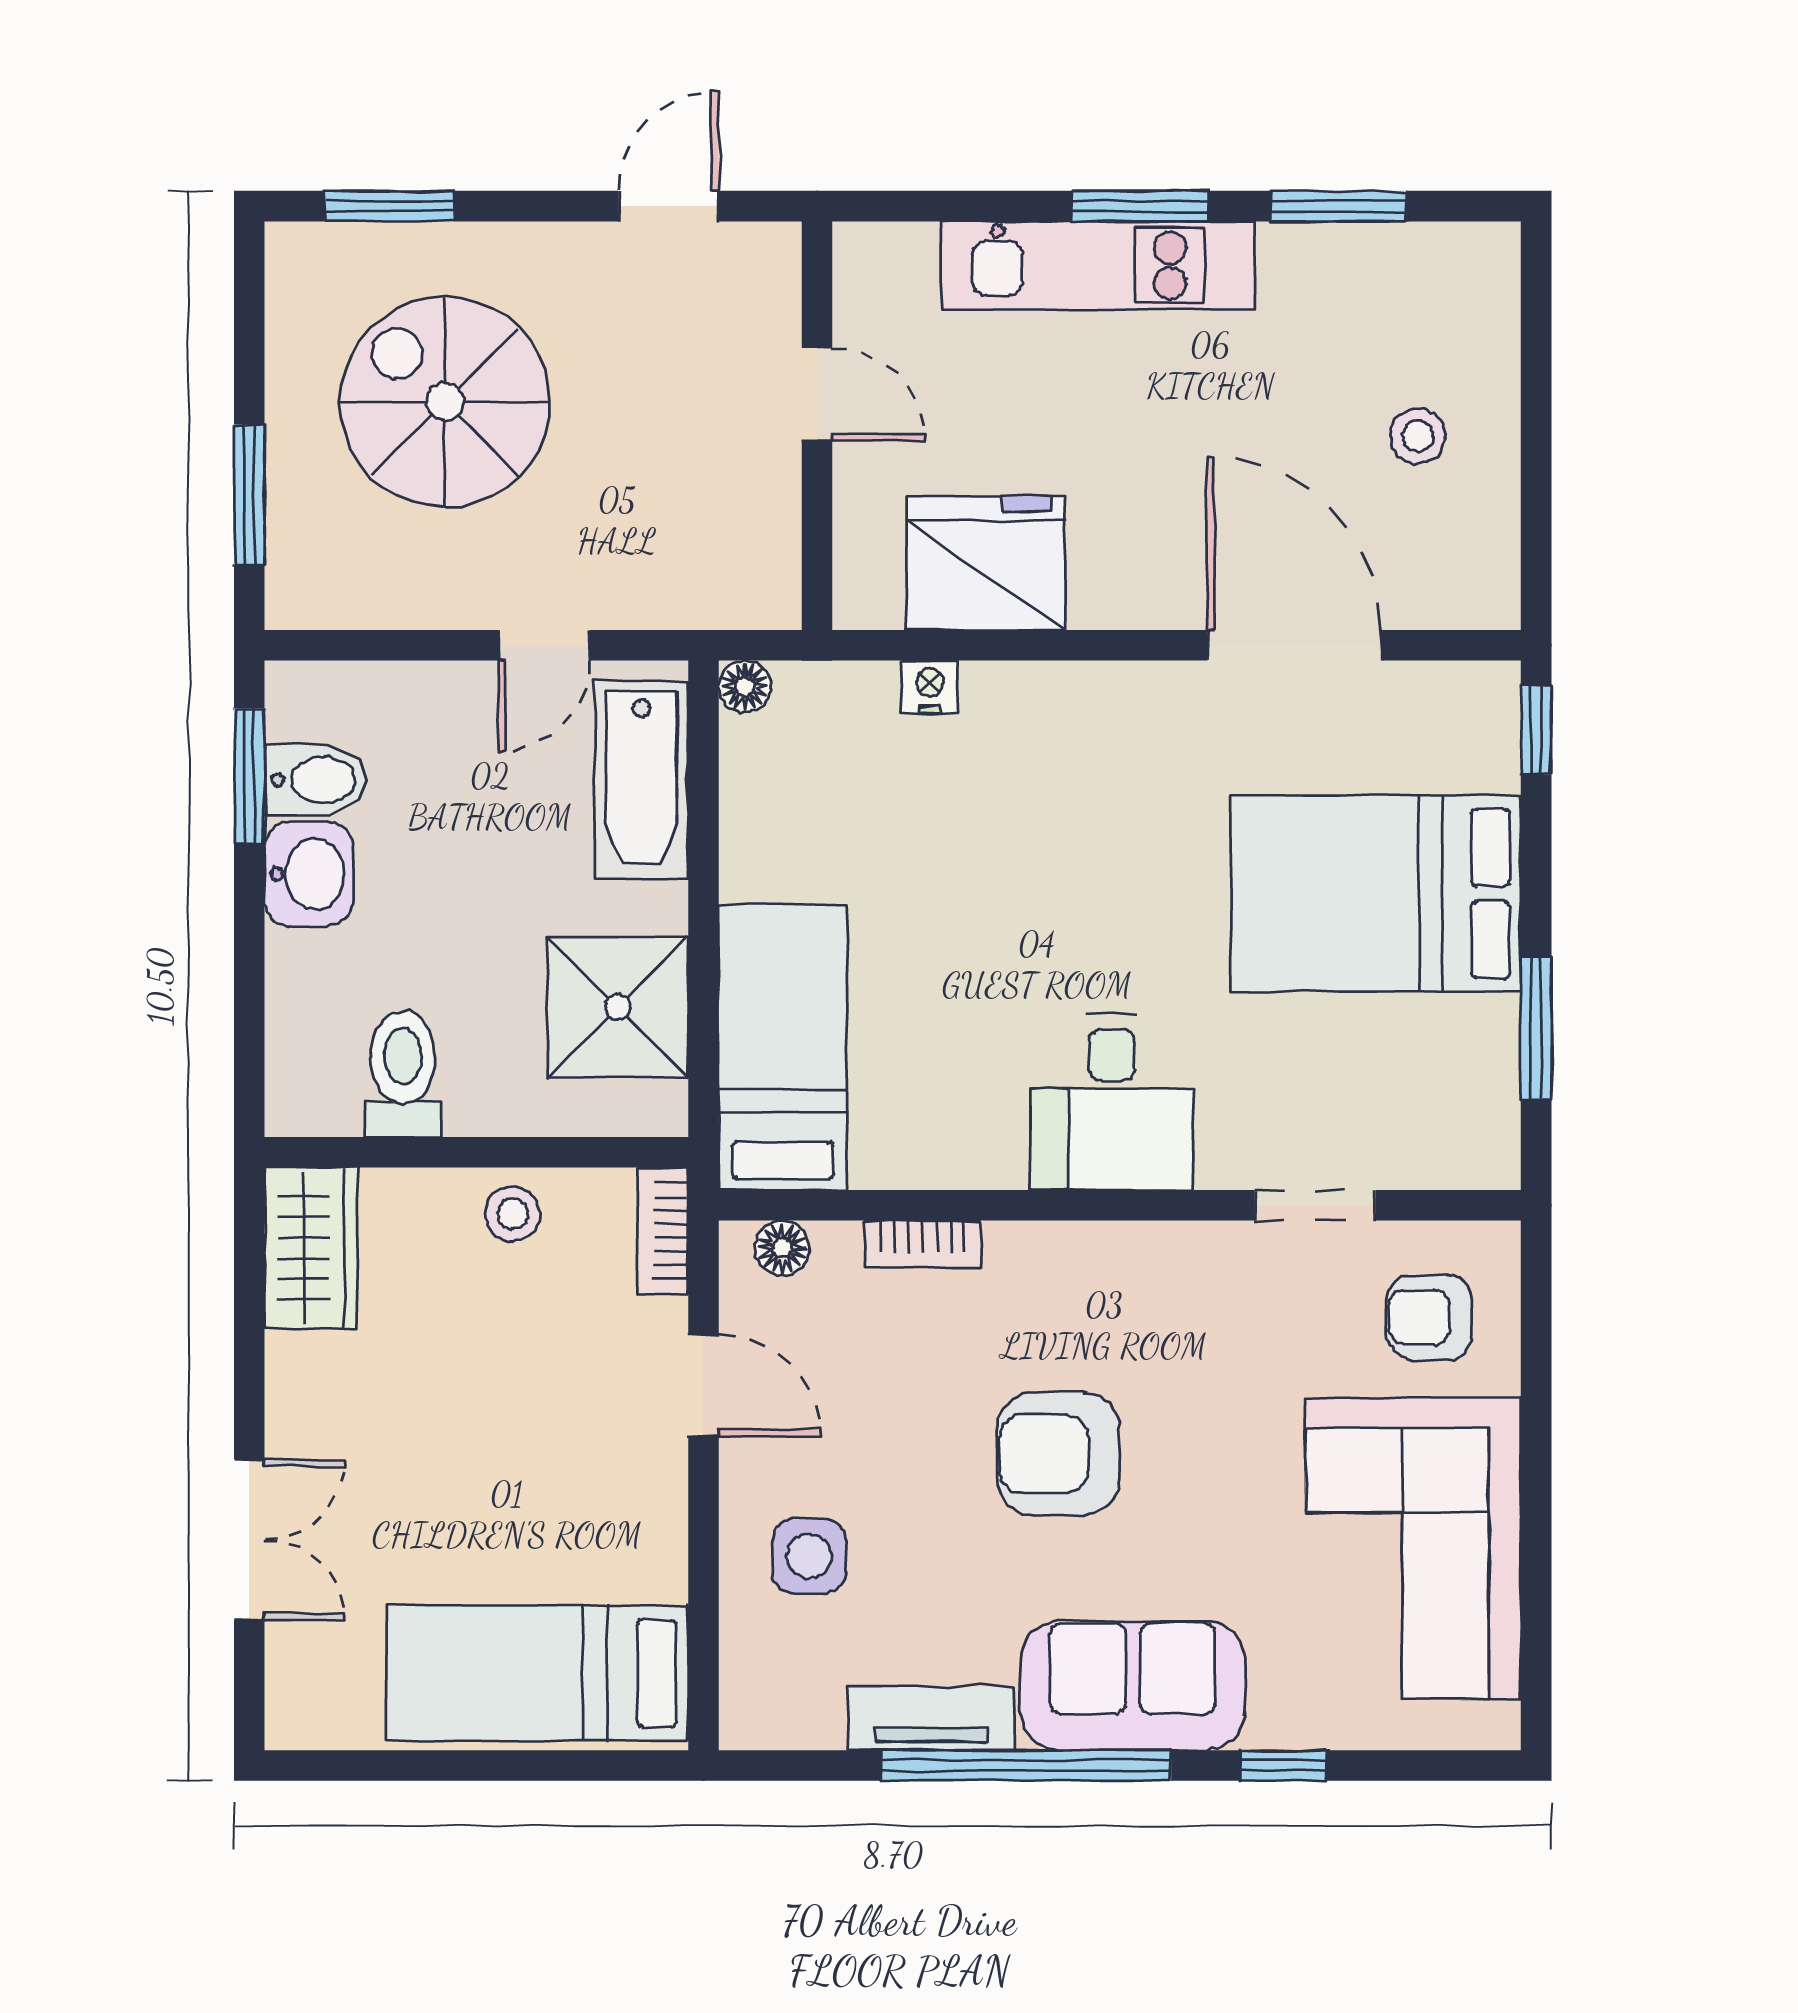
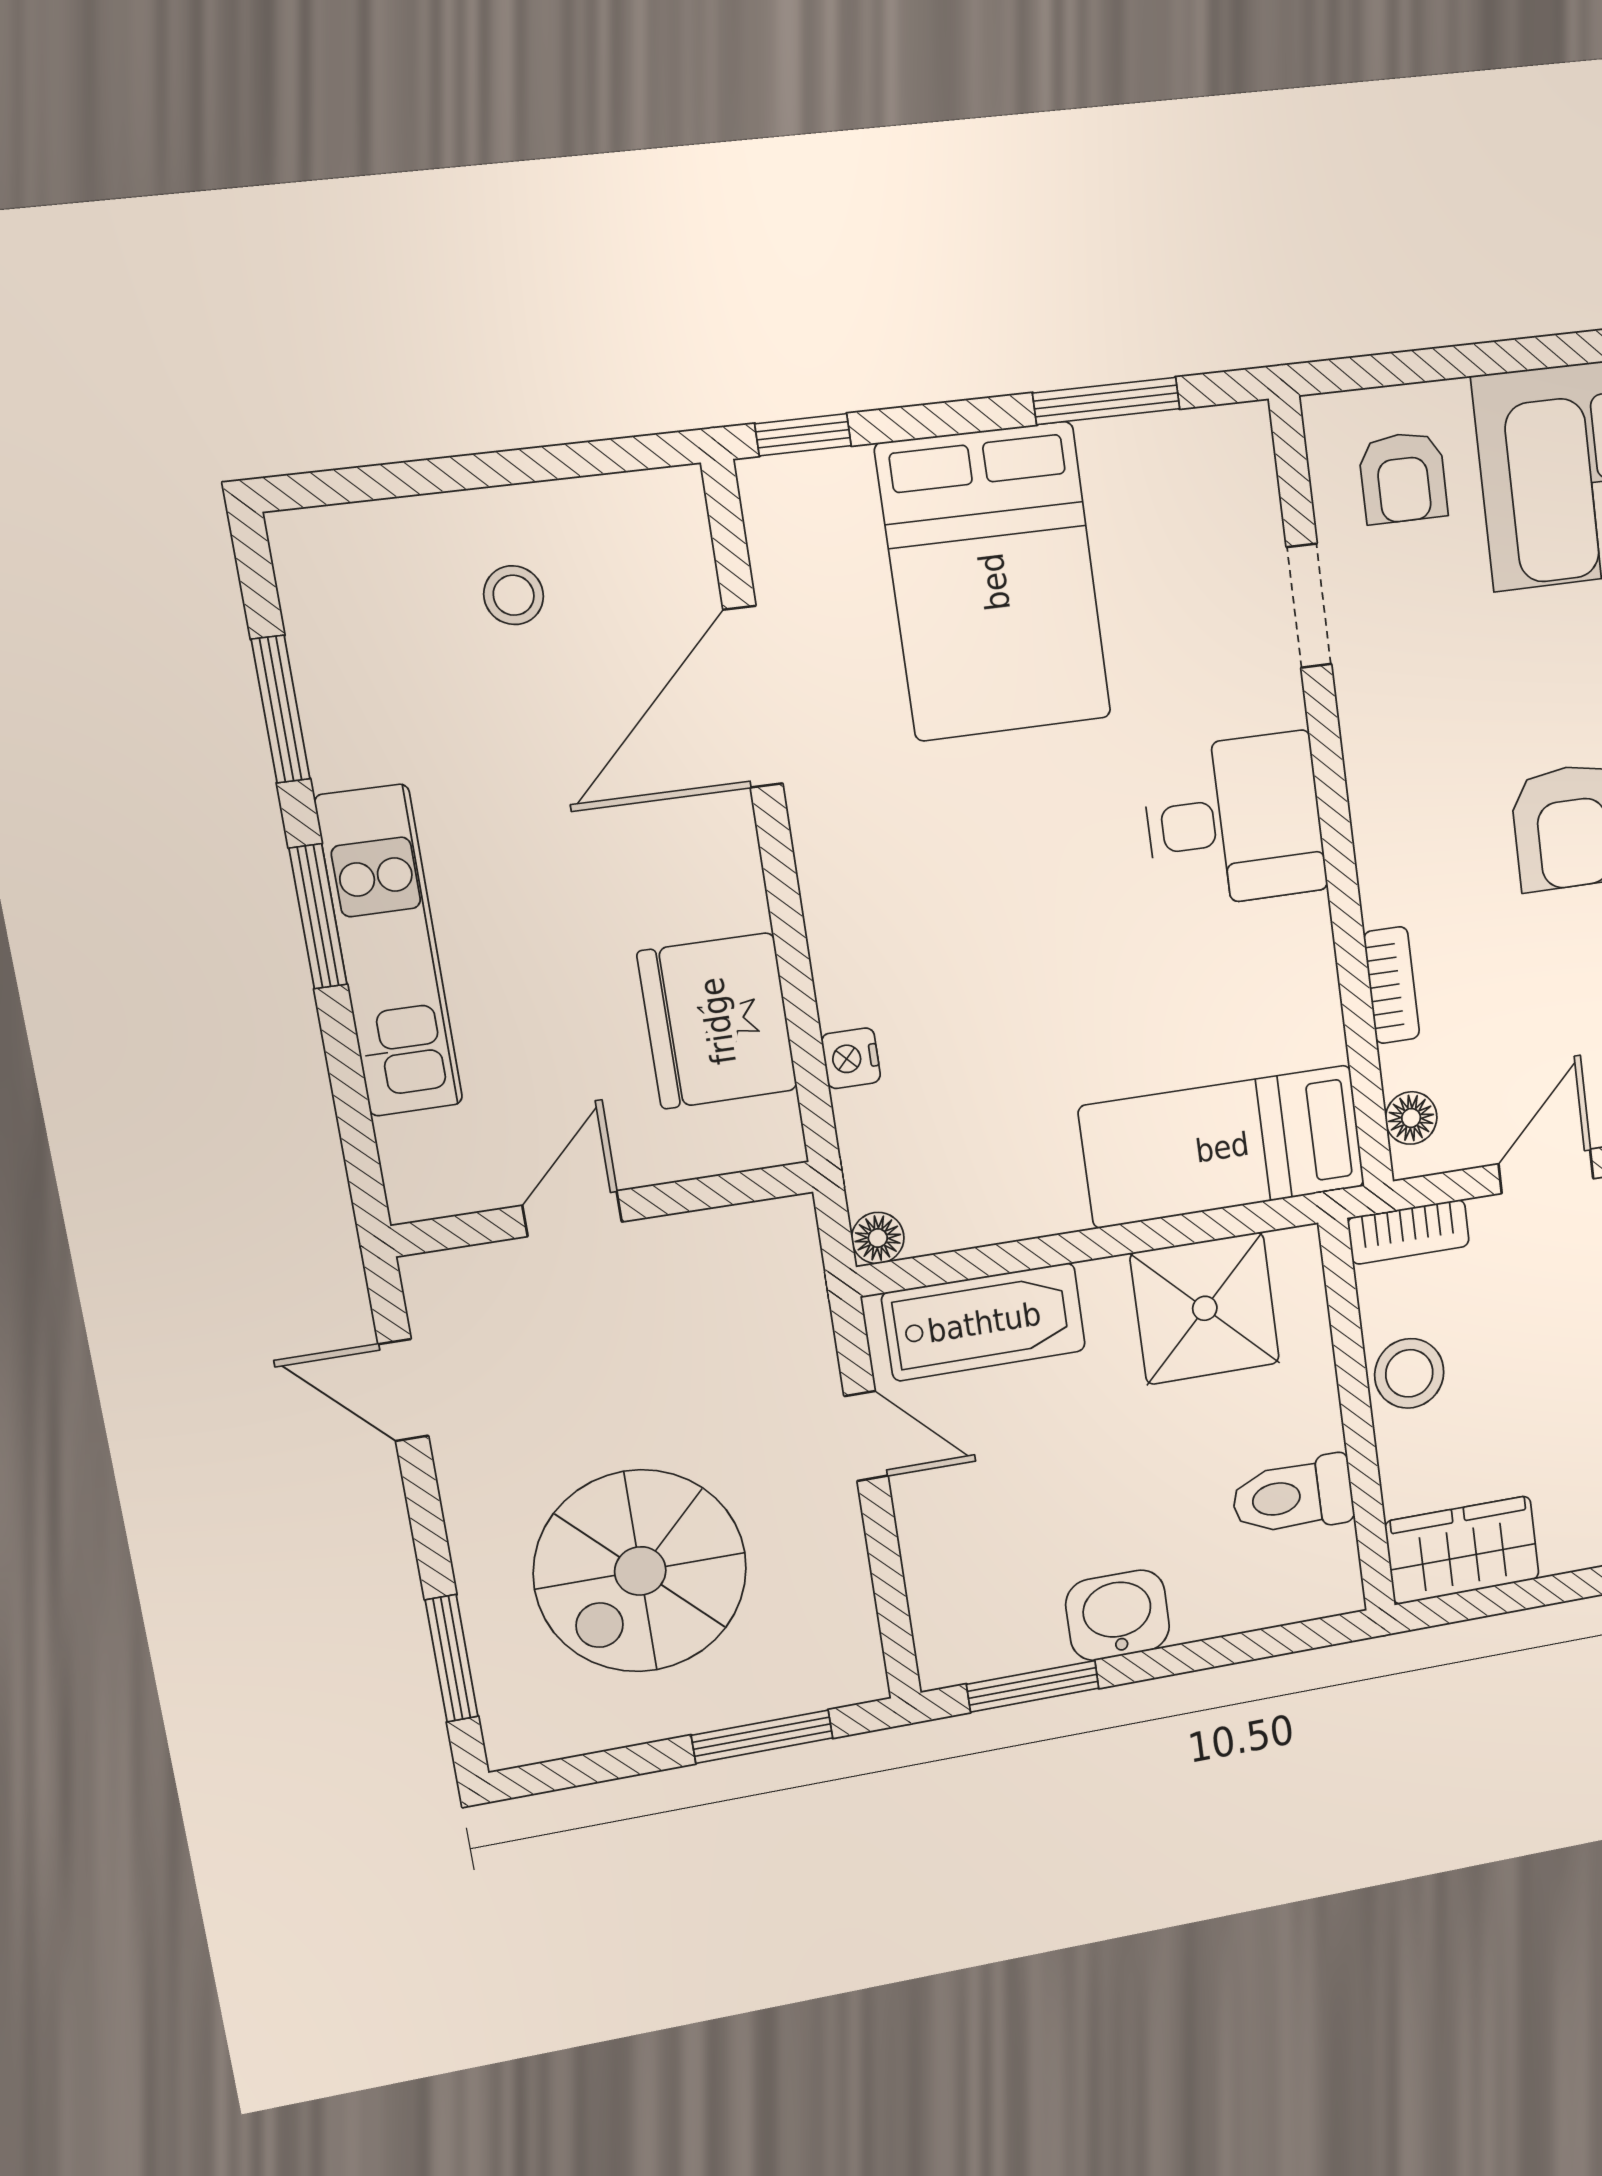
bidet: (316, 780) -> (1028, 1625), removed
stool: (513, 1214) -> (1409, 1373), width x1.37, depth x1.37

